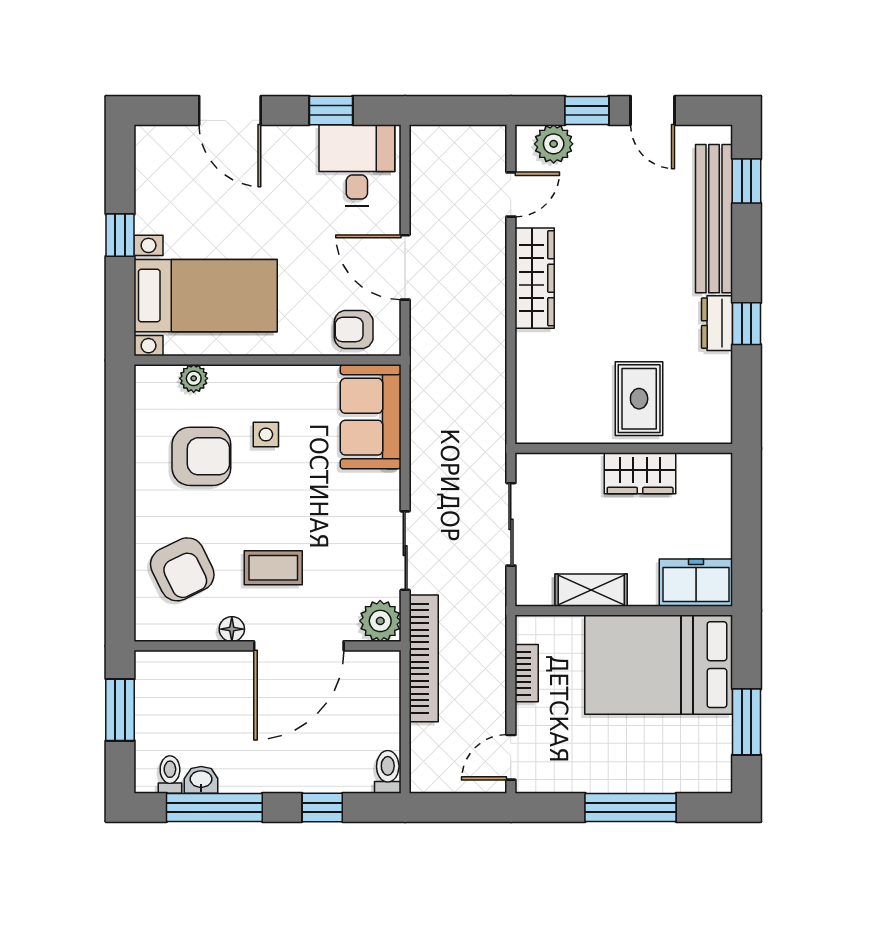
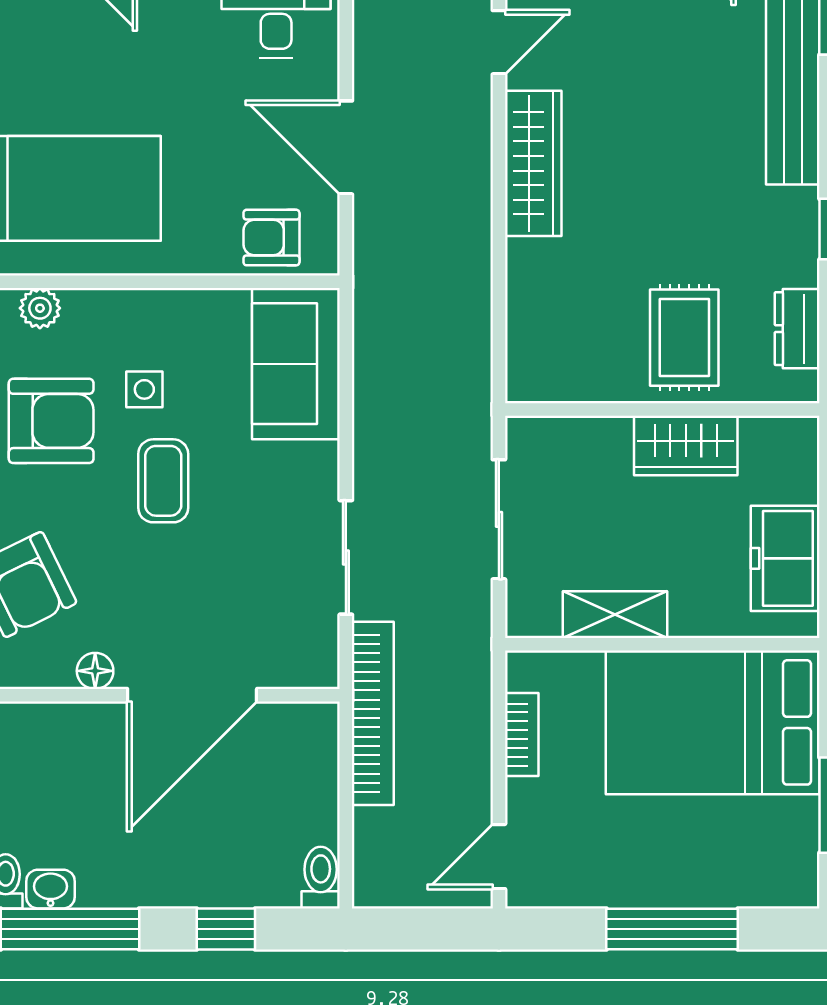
dresser: (717, 323) -> (797, 329), moved
coffee table: (273, 568) -> (163, 481), moved, turned 90
freezer: (696, 583) -> (785, 558), moved, turned -90
plant: (380, 621) -> (310, 659), removed

